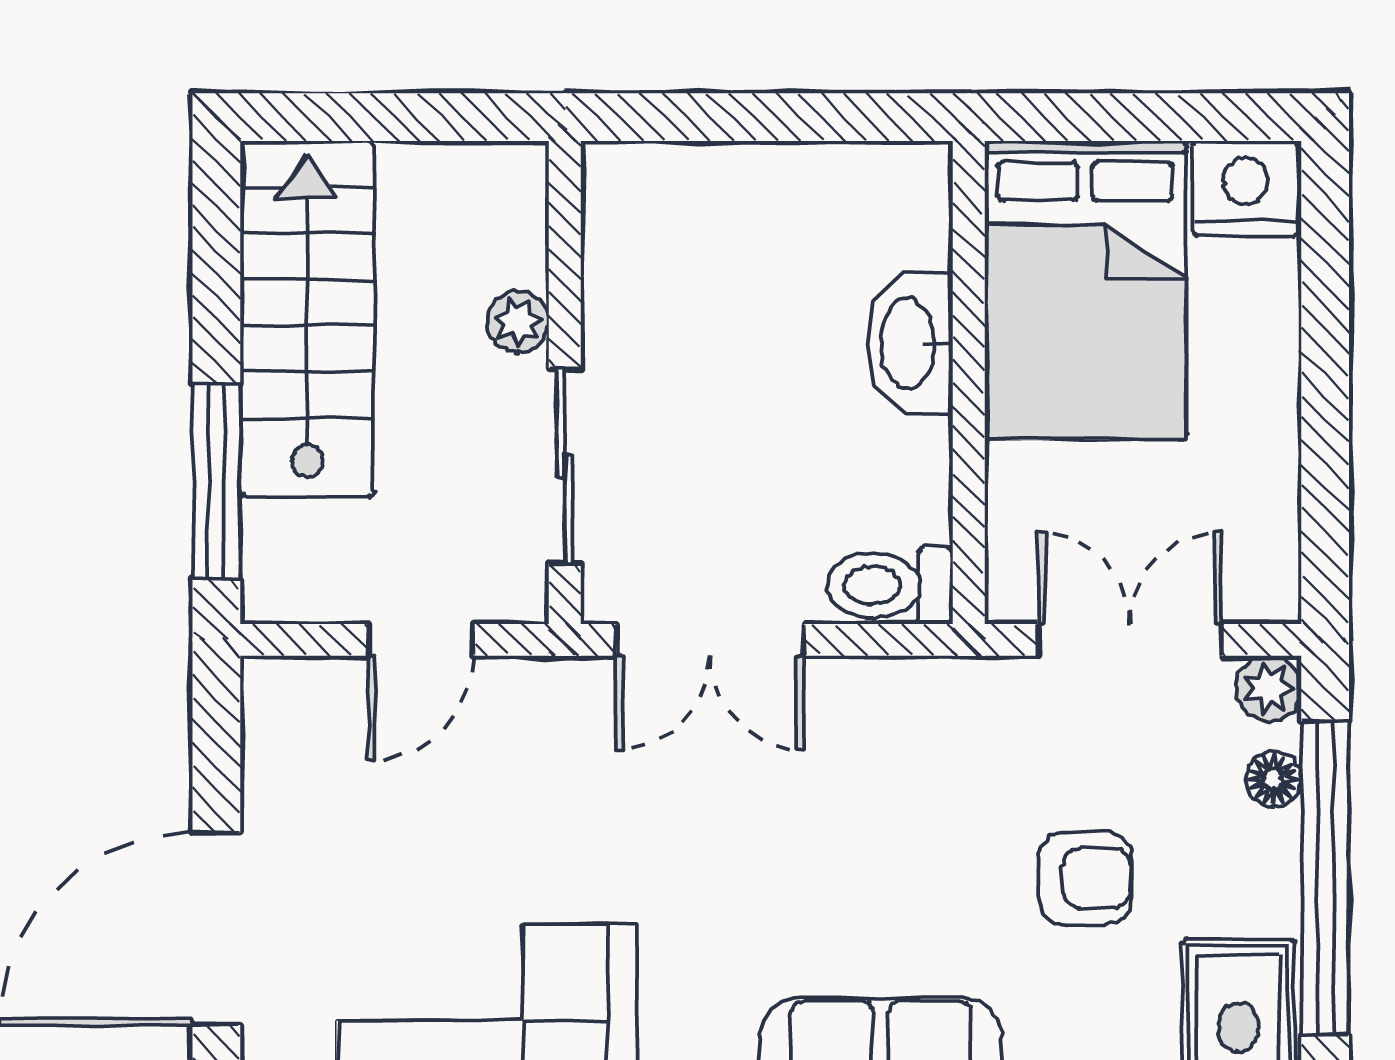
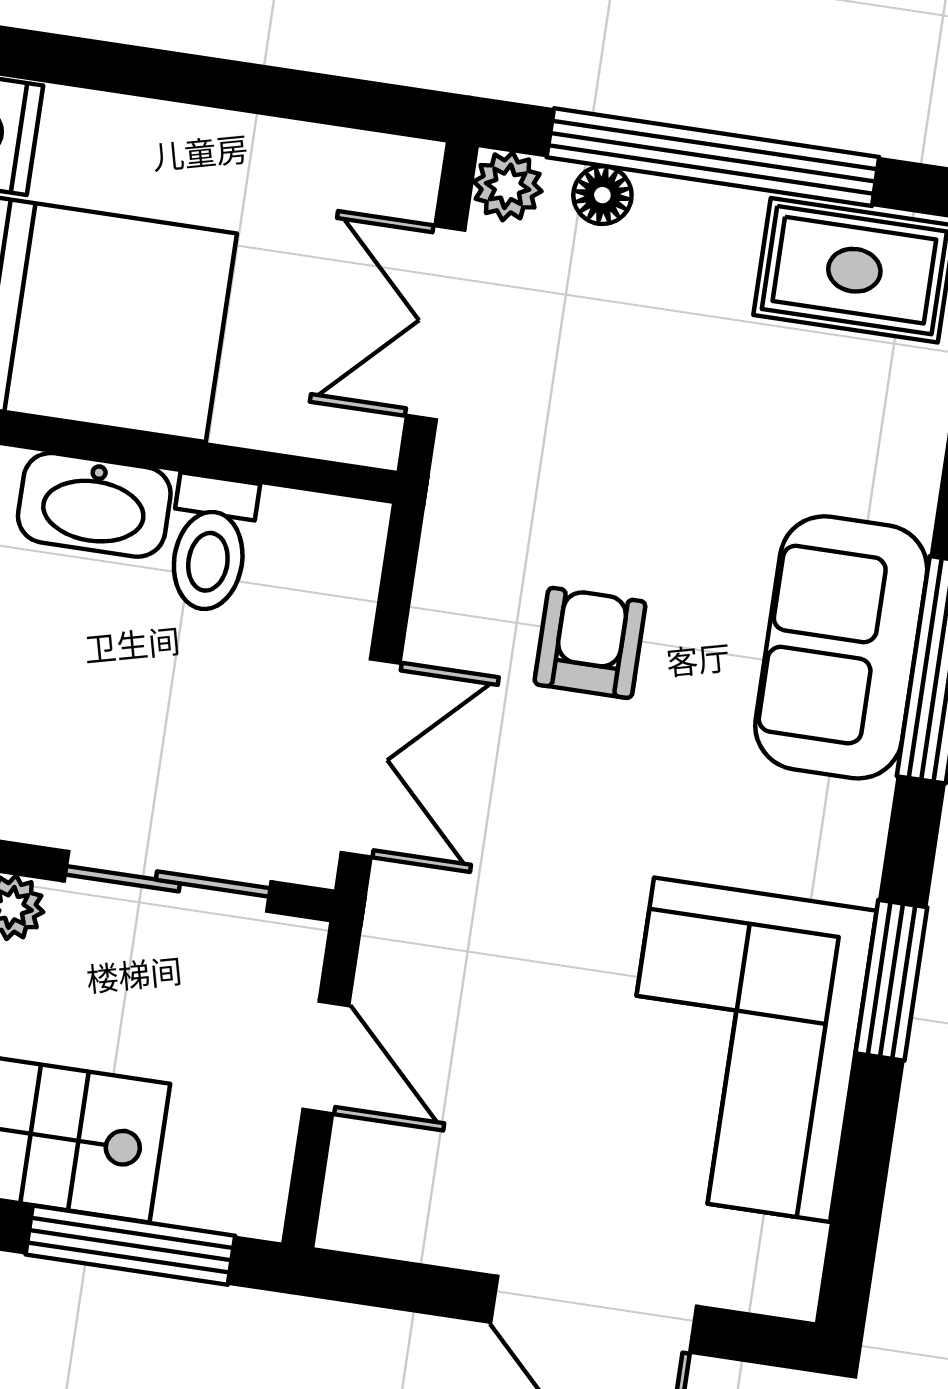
toilet: (890, 586) -> (211, 543), moved
armchair: (1085, 878) -> (590, 643), moved

